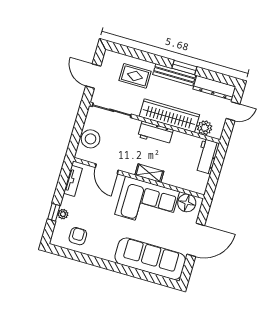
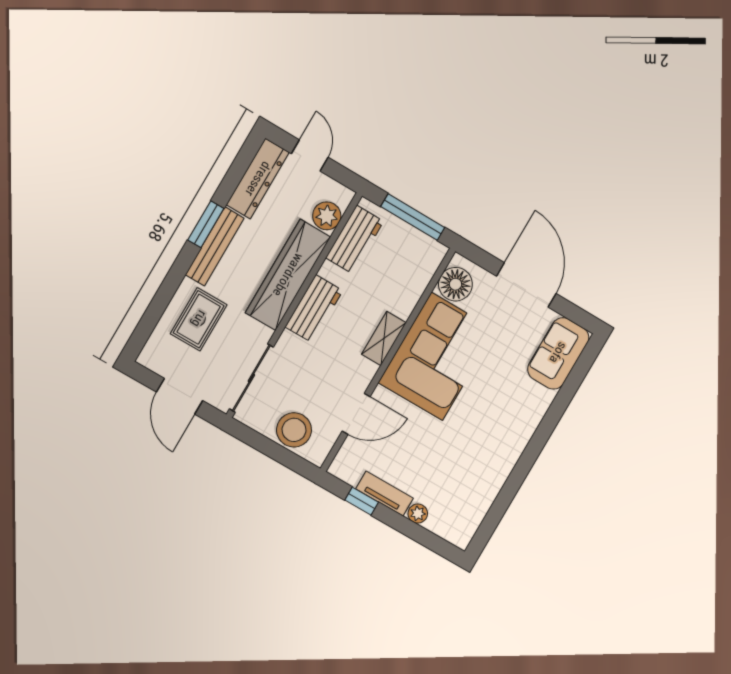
door: (93, 76) -> (180, 396), hinge flipped
workbench: (207, 156) -> (355, 239), moved, turned -90
window: (215, 172) -> (413, 217), added
tv unit: (73, 181) -> (385, 494), moved
window: (54, 212) -> (362, 501), moved
armchair: (78, 236) -> (464, 496), removed
sofa: (150, 259) -> (558, 353), width x0.54, depth x0.79

